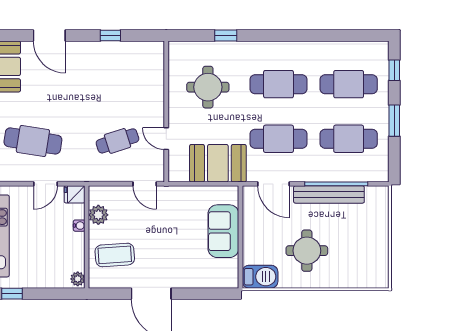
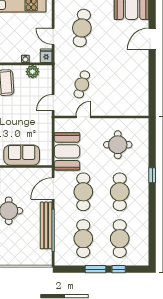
window: (110, 35) -> (152, 80), removed
window: (226, 35) -> (152, 175), moved
window: (394, 70) -> (119, 269), moved
cafe table: (117, 141) -> (82, 84), turned 36

